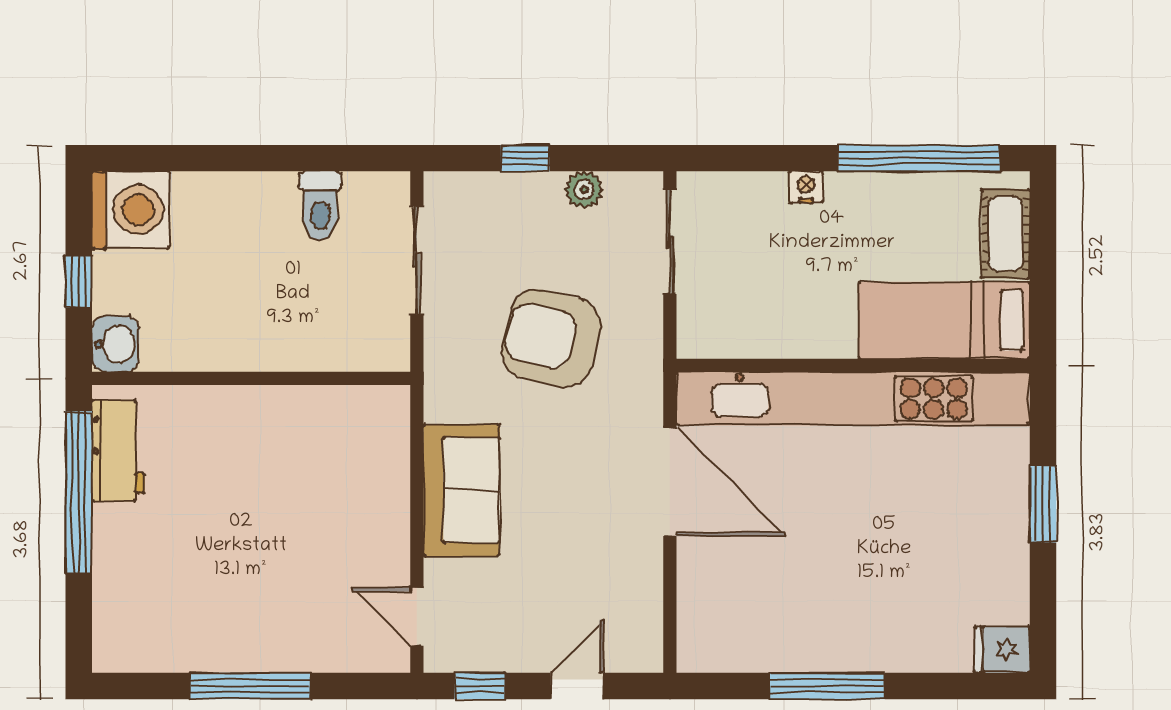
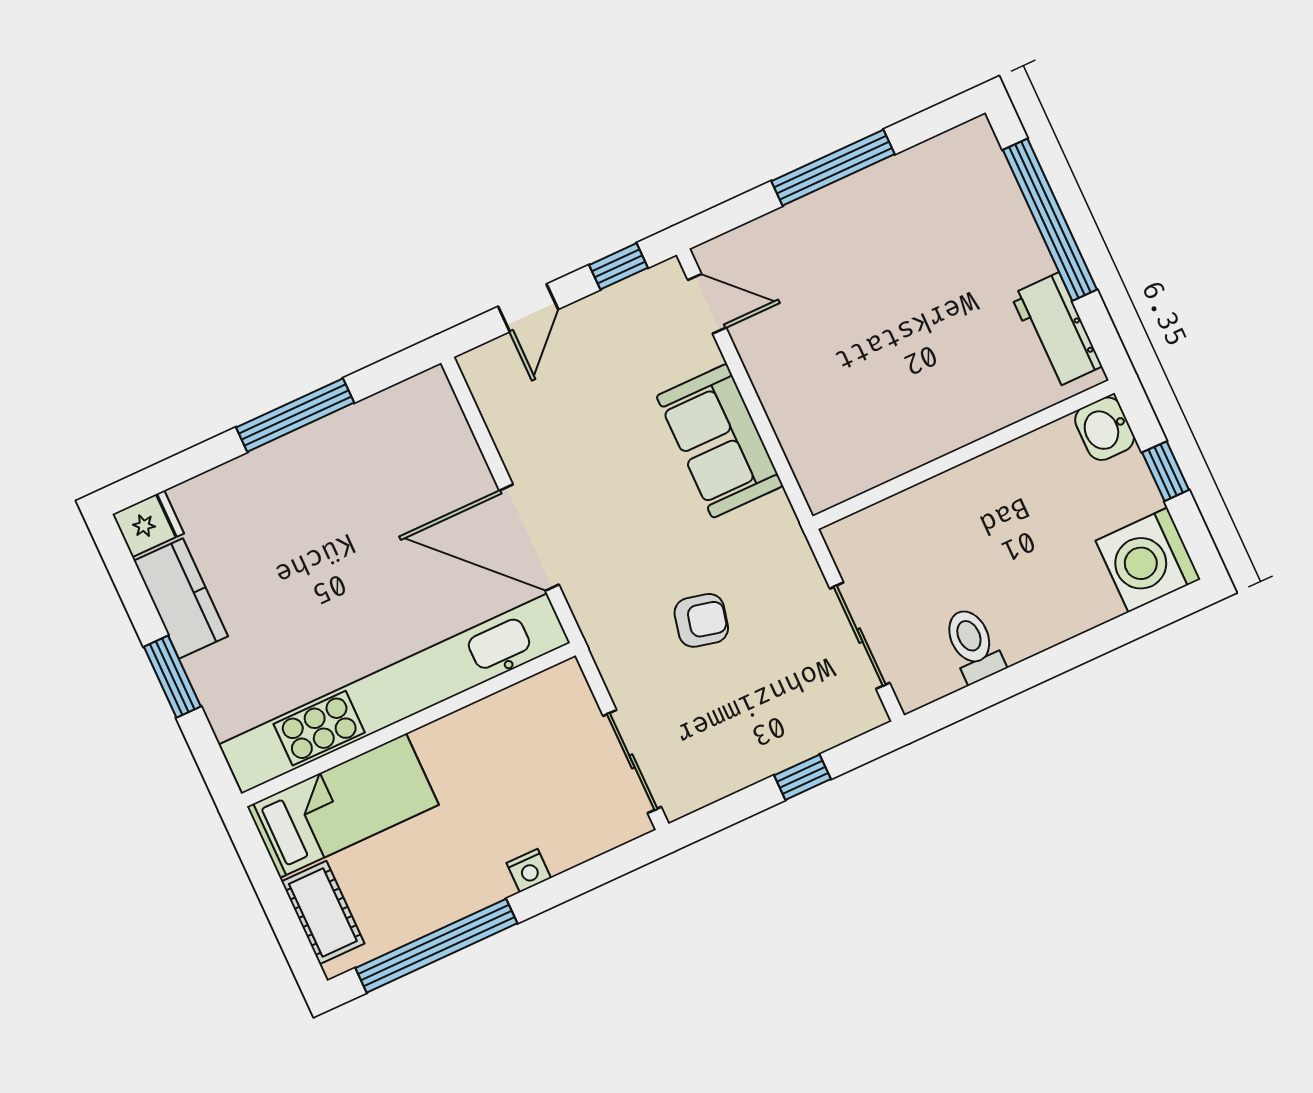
plant: (584, 190) -> (734, 773), removed
armchair: (551, 338) -> (701, 620), width x0.53, depth x0.53
window: (79, 492) -> (1050, 220), moved
kitchen counter: (1003, 570) -> (181, 599), added

